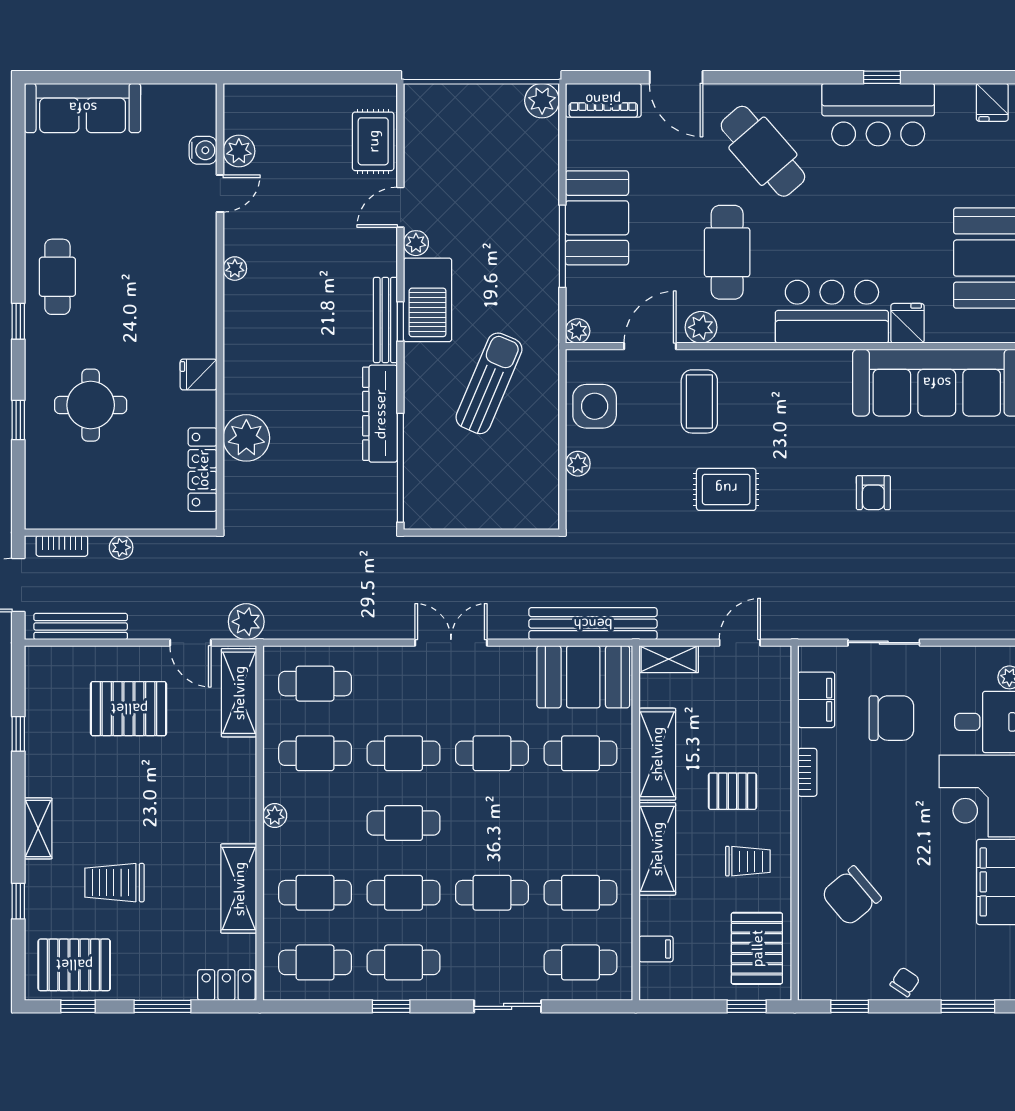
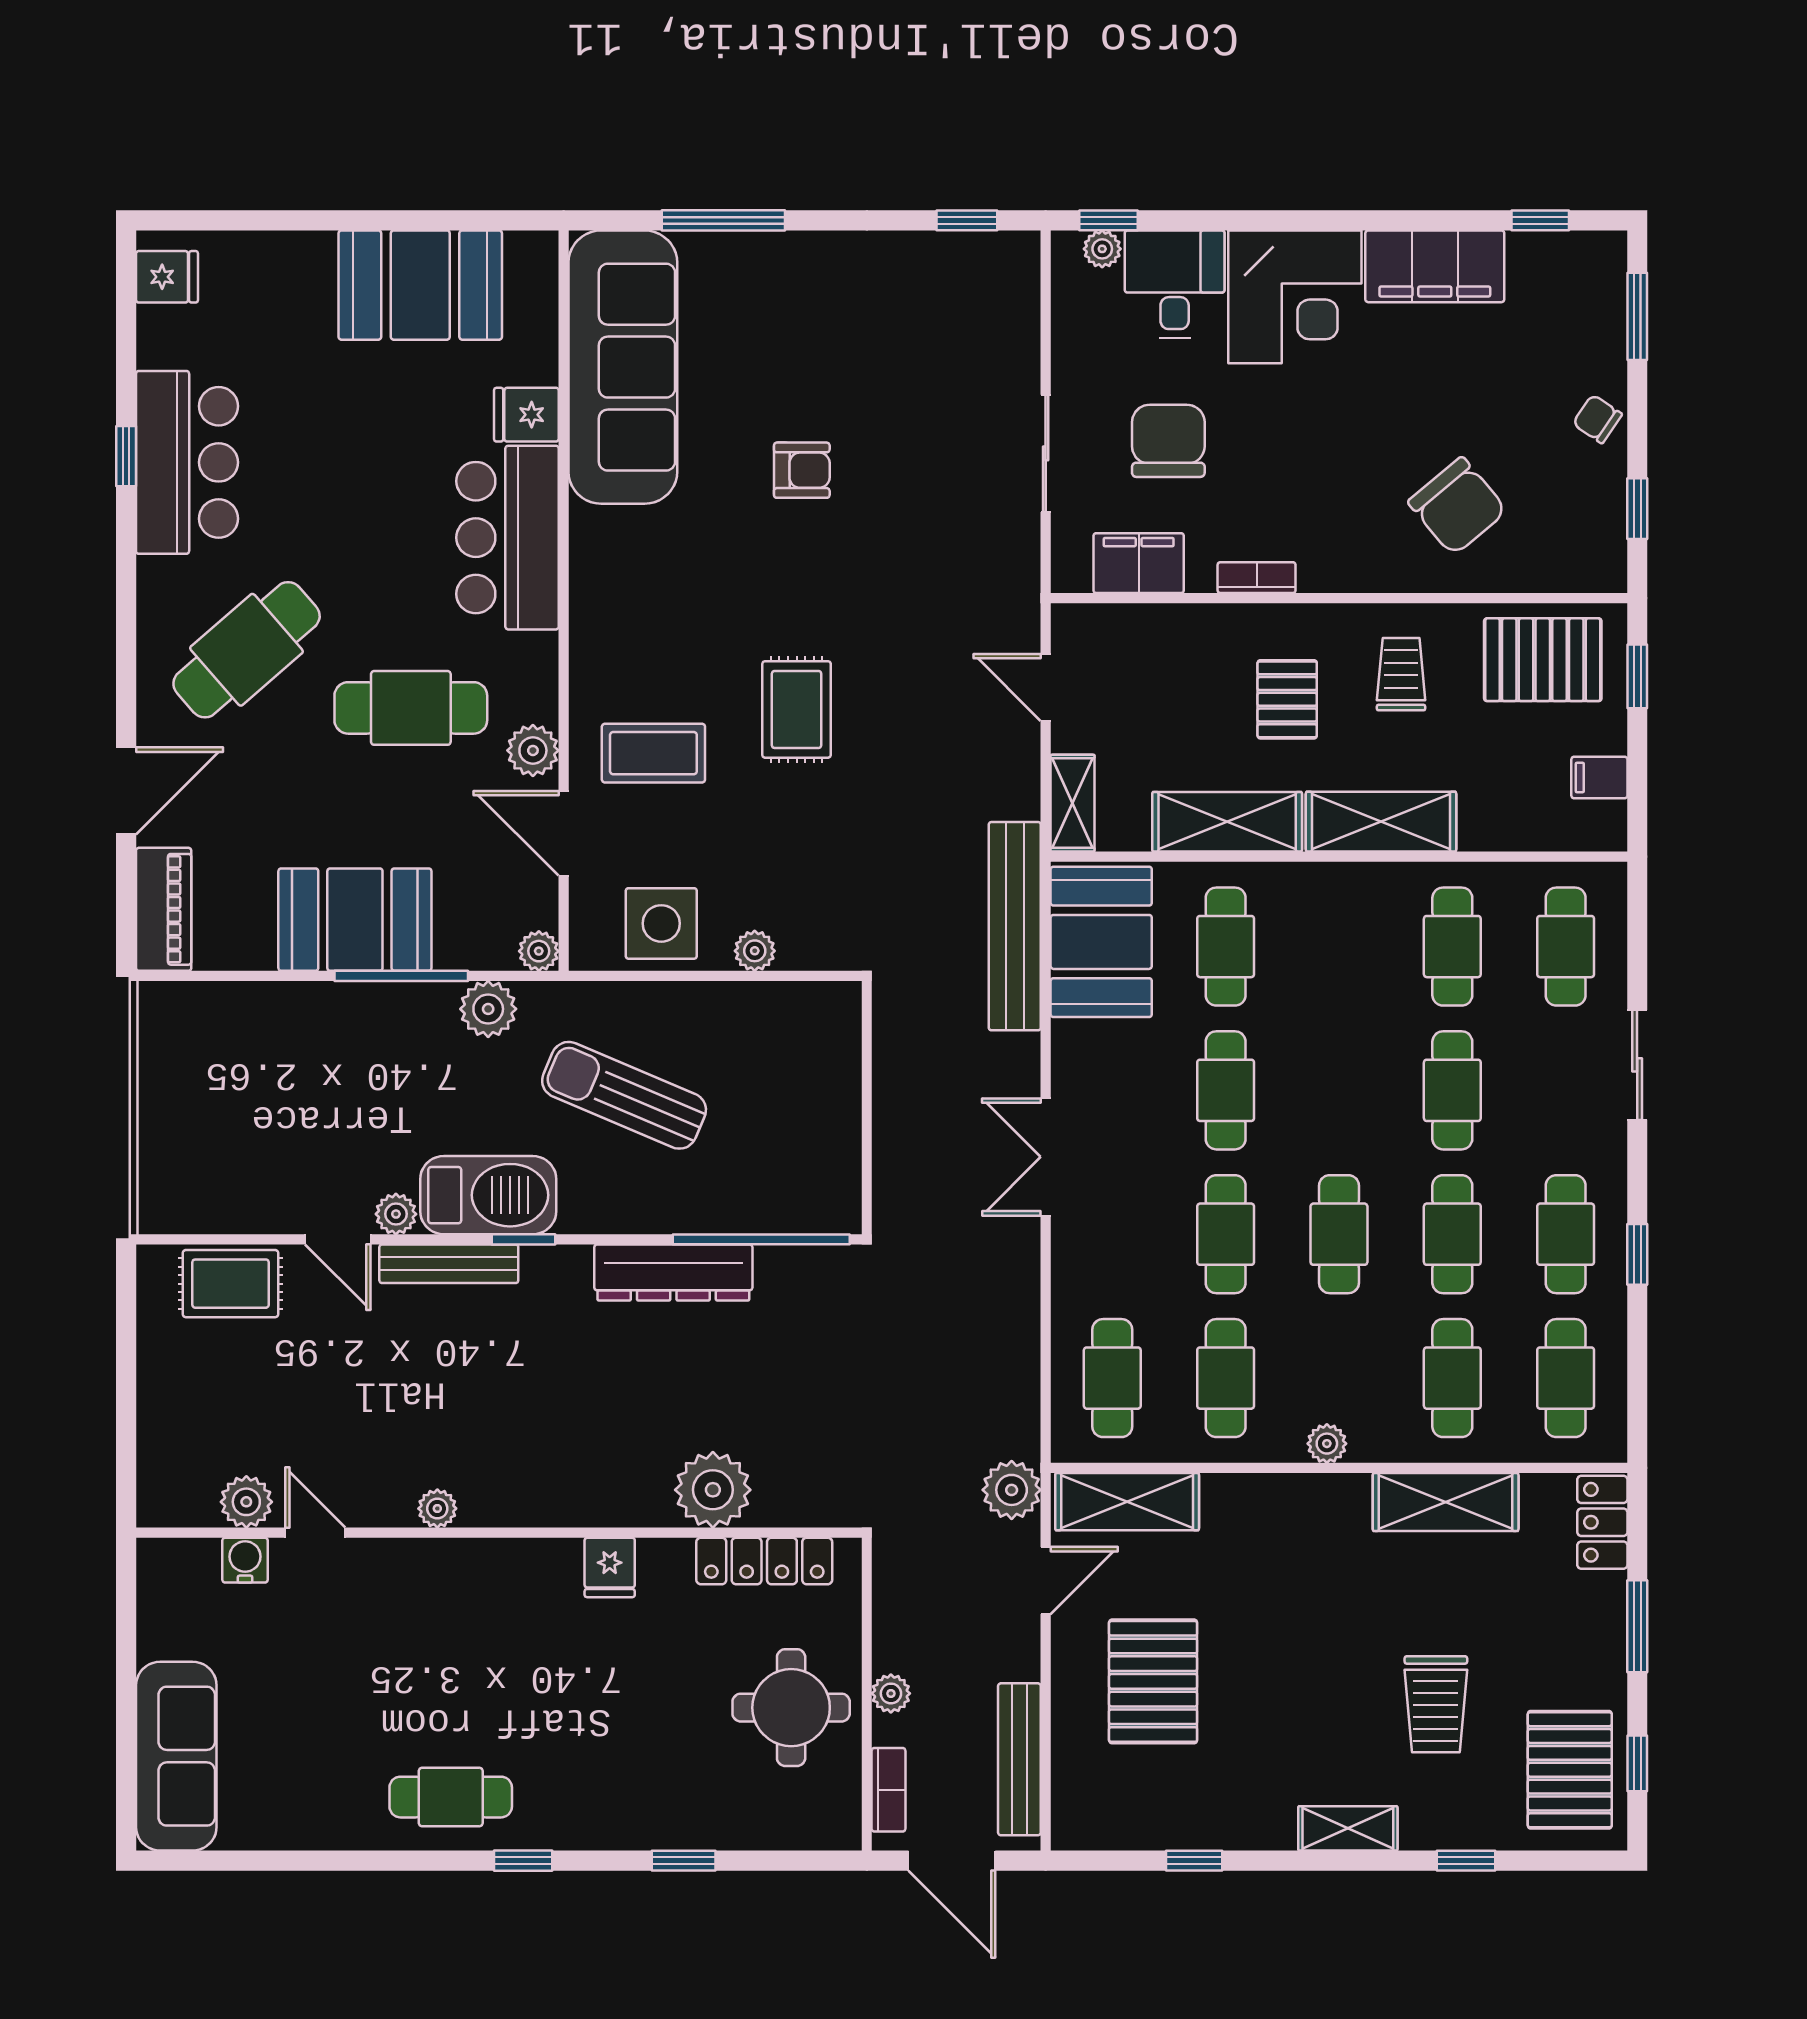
plant: (542, 101) -> (488, 1009), moved
bench: (385, 320) -> (449, 1264), moved
round table: (91, 405) -> (791, 1708), moved
filing cabinet: (656, 949) -> (1599, 778), moved, turned -90

